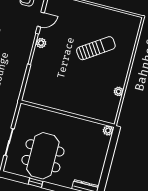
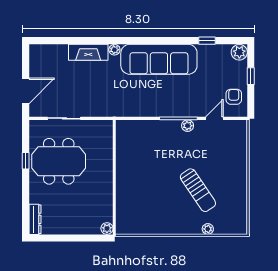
door: (41, 20) -> (214, 118), swing flipped
plant: (119, 91) -> (208, 229), moved

